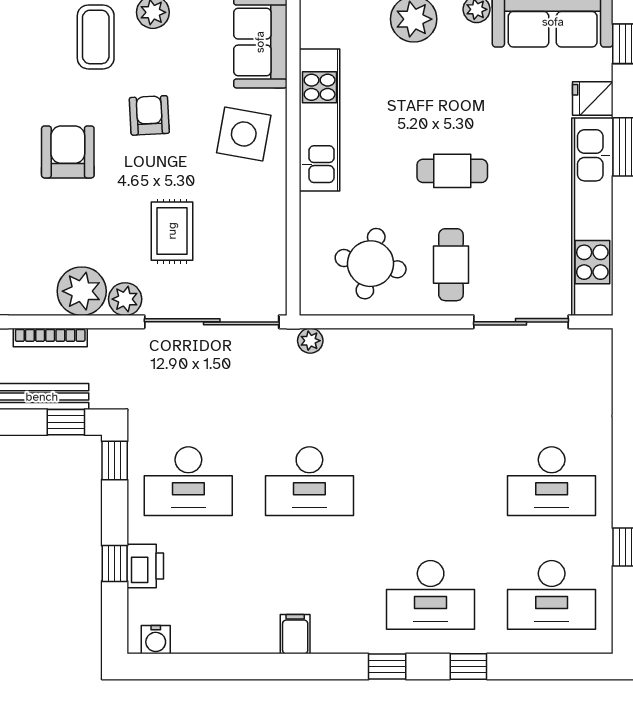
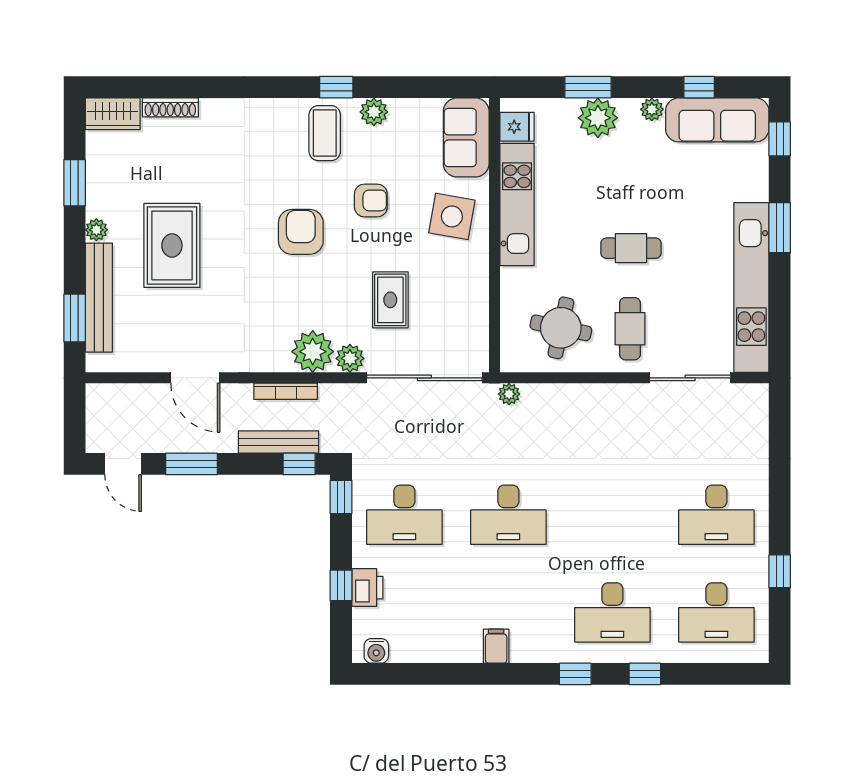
fridge: (593, 98) -> (517, 127), moved, turned 180
armchair: (149, 115) -> (371, 200), turned 93

